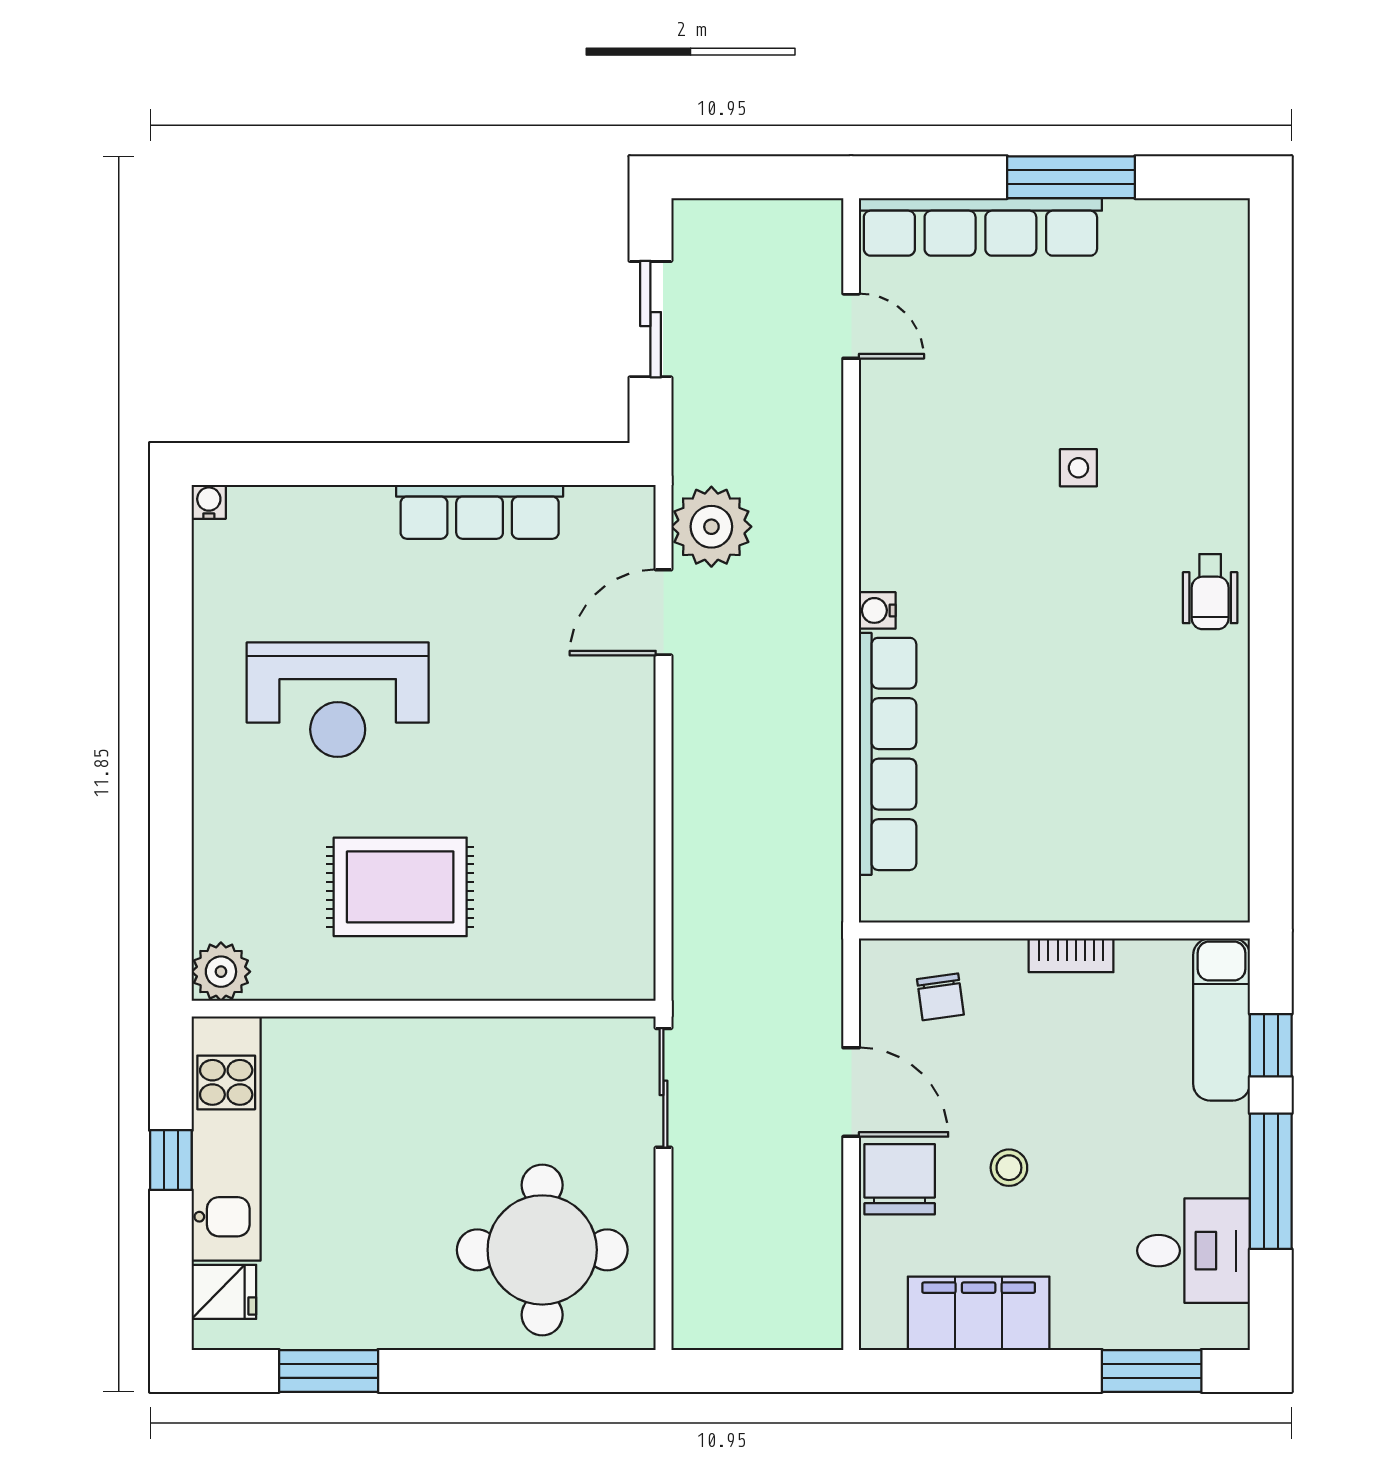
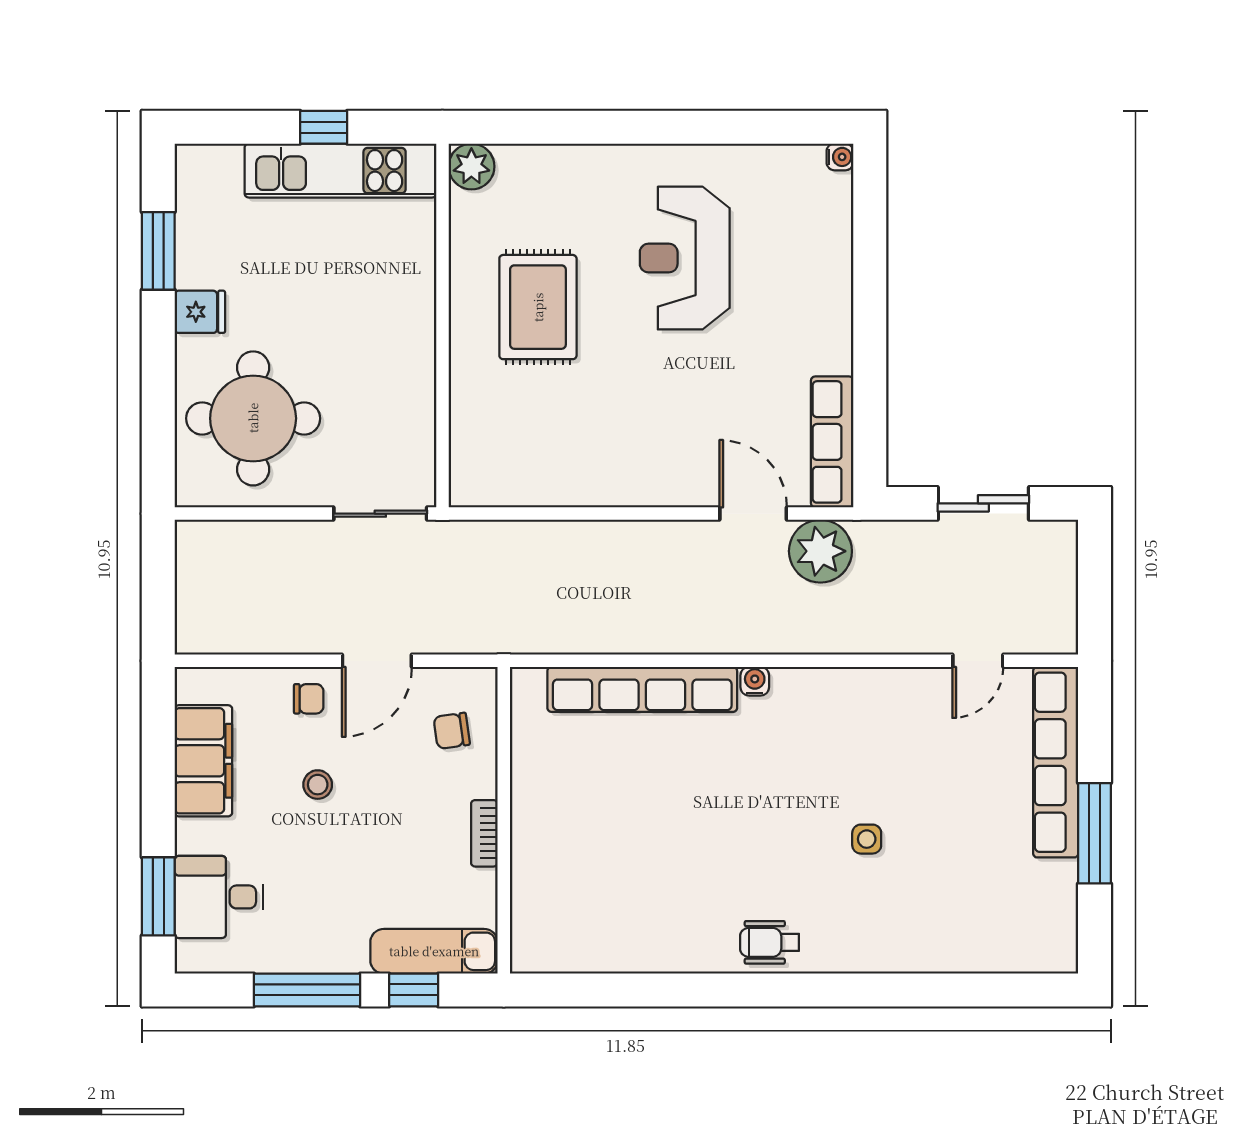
row of seats: (480, 512) -> (832, 442), moved
chair: (900, 1179) -> (309, 699), width x0.54, depth x0.54
desk: (1193, 1251) -> (219, 897), moved, turned 90
fridge: (224, 1292) -> (200, 312), moved, turned -90

